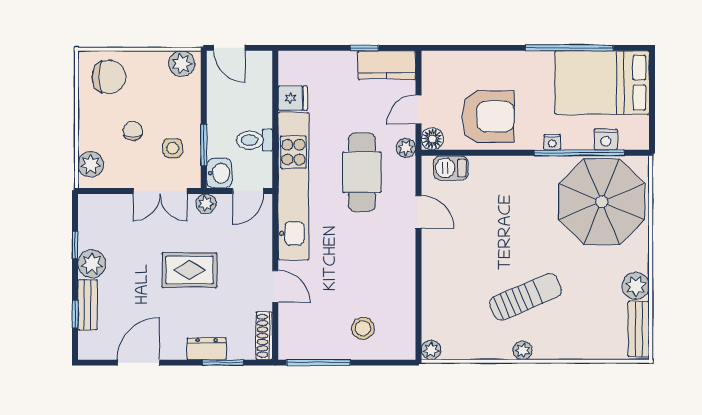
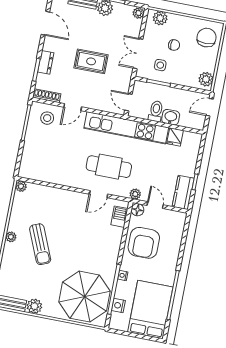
chair: (109, 77) -> (207, 38), turned 180
cafe table: (362, 172) -> (109, 167), moved
washbasin: (219, 173) -> (171, 117), moved, turned 180
plant: (206, 204) -> (138, 13), moved
rug: (190, 270) -> (91, 61), turned 90
stool: (363, 328) -> (47, 118), moved

